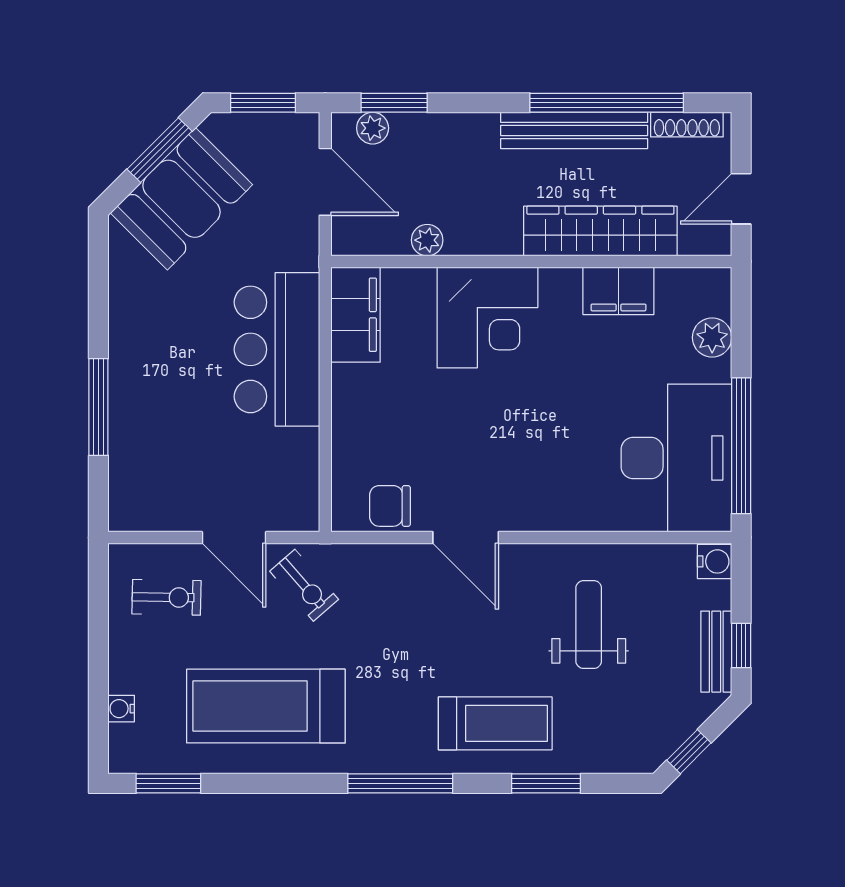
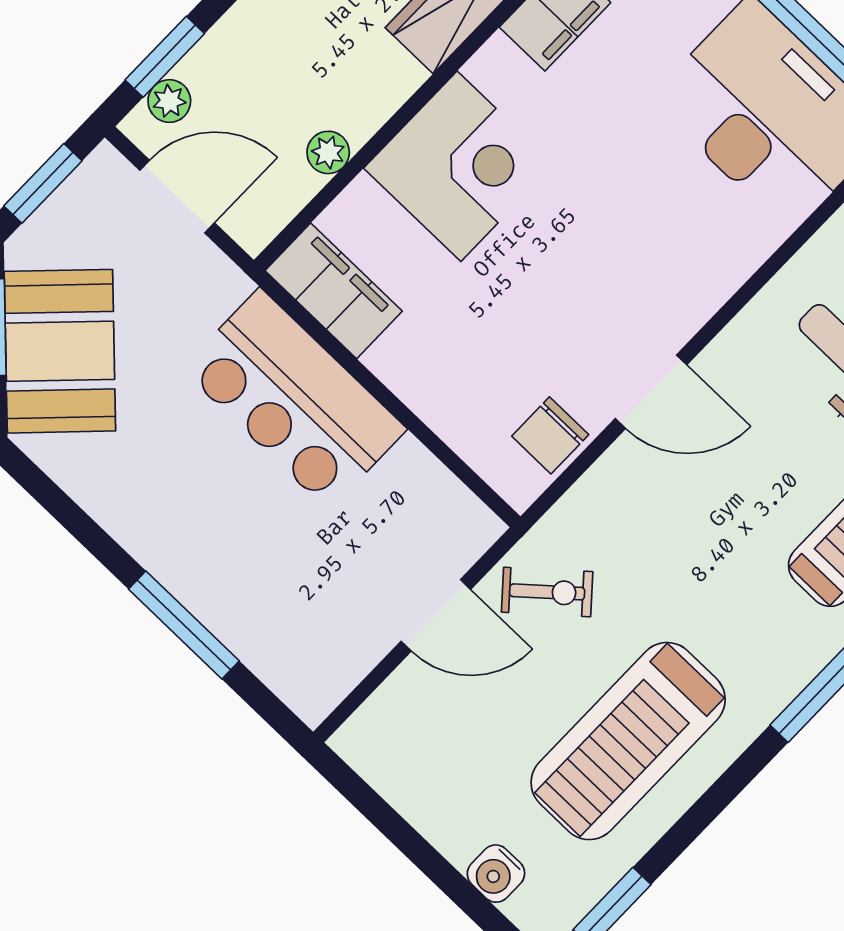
exercise bike: (167, 597) -> (431, 736), removed
water cooler: (121, 709) -> (496, 874), width x1.38, depth x1.38

